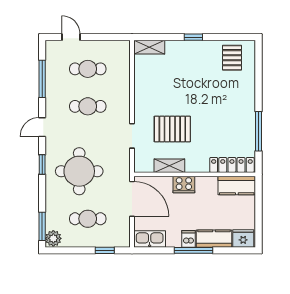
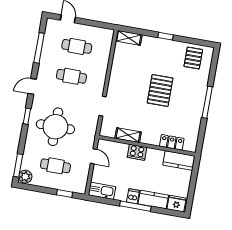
pallet: (172, 129) -> (160, 90), moved, turned 90
window: (258, 131) -> (207, 102), moved
locker: (232, 165) -> (172, 142), width x0.66
door: (132, 199) -> (94, 156), width x0.53

